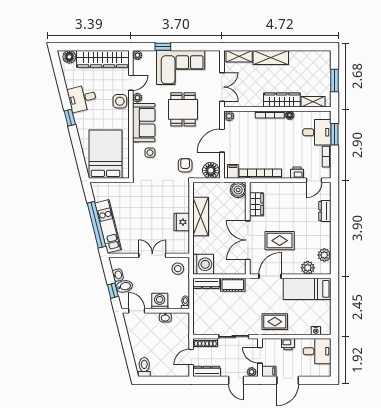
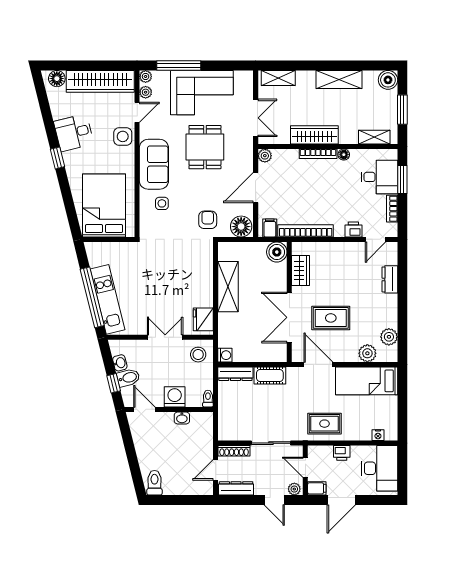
window: (163, 47) -> (179, 66), width x2.17
shelving: (271, 58) -> (339, 80), moved
boiler: (324, 58) -> (388, 80), added
plant: (137, 98) -> (146, 92), moved
wardrobe: (282, 100) -> (314, 135), moved
fridge: (182, 222) -> (203, 319), moved
washing machine: (203, 264) -> (225, 355), width x0.53, depth x0.53
door: (270, 276) -> (318, 365), hinge flipped
desk: (317, 351) -> (380, 468), width x1.37

